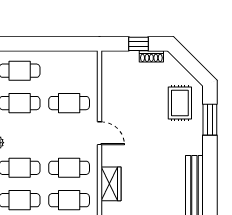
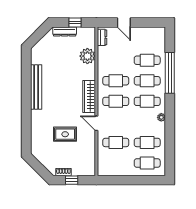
rug: (180, 103) -> (65, 134), moved, turned 90
window: (210, 120) -> (26, 132), removed
wardrobe: (111, 184) -> (89, 96), width x1.50

